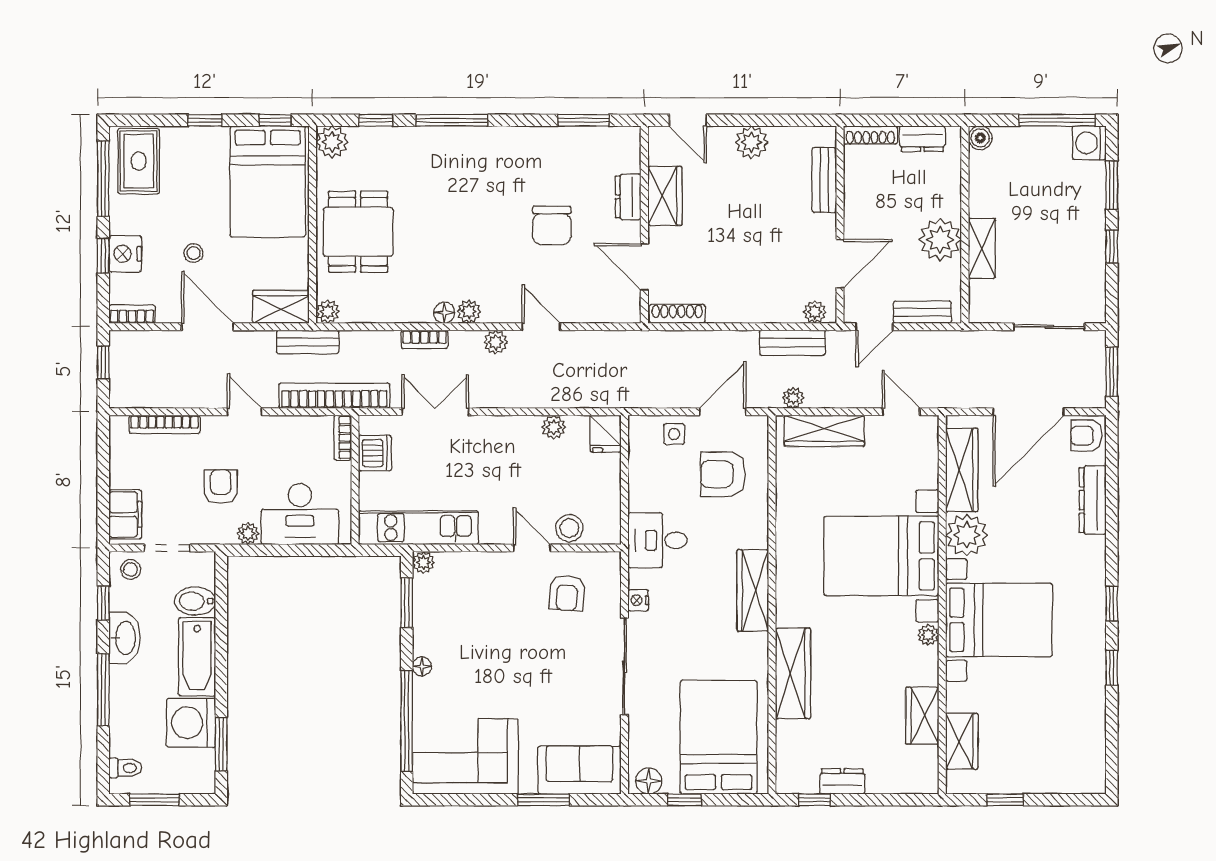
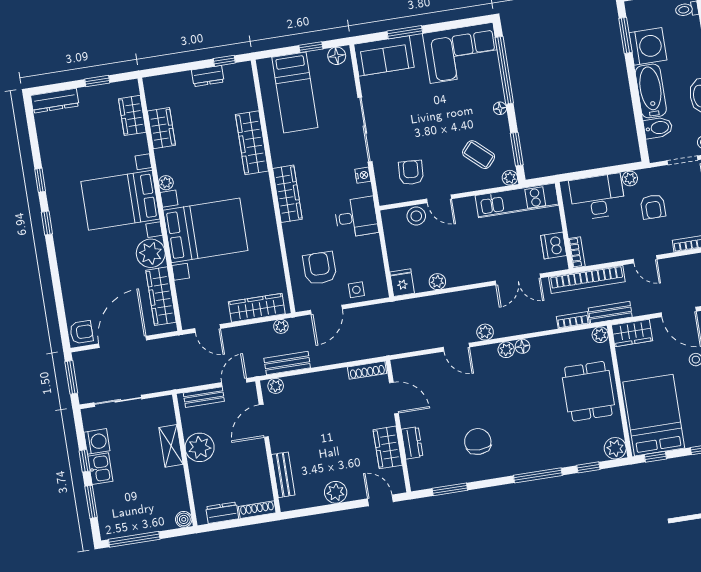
washing machine: (1089, 143) -> (97, 441), moved
chair: (552, 225) -> (478, 442), moved
kitchen sink: (1091, 231) -> (100, 469), added
bookcase: (424, 339) -> (573, 320), moved
armchair: (723, 474) -> (320, 268), turned -90
dresser: (1093, 500) -> (55, 101), moved, turned 90
coffee table: (464, 604) -> (479, 155), added
bed: (719, 737) -> (295, 92), width x0.67

